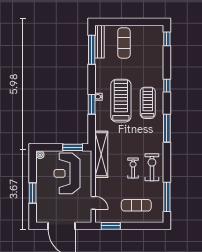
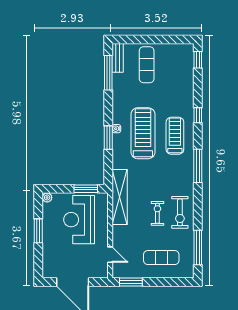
bench: (100, 42) -> (118, 58), width x0.73
exercise bike: (152, 167) -> (180, 212), turned 180
window: (33, 193) -> (38, 231), moved

